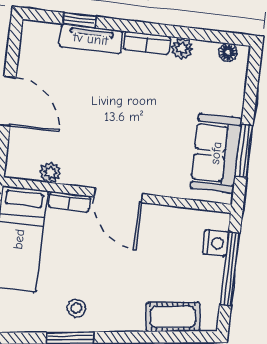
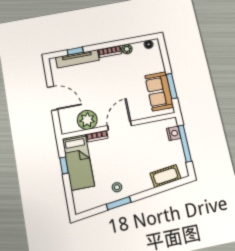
tv unit: (91, 39) -> (77, 59), width x1.41
plant: (50, 173) -> (87, 120), width x1.88, depth x1.88
door: (118, 195) -> (119, 126), swing flipped

